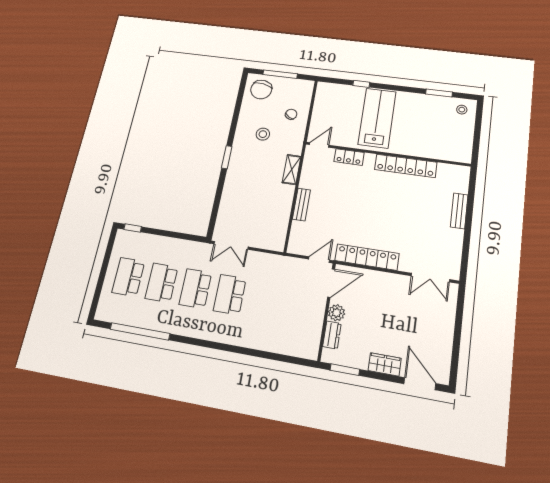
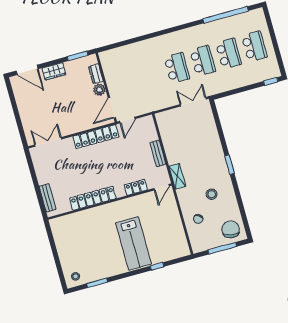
door: (319, 145) -> (161, 187), moved
wall: (387, 154) -> (110, 202), moved
locker: (349, 157) -> (136, 187), moved
locker: (406, 166) -> (93, 198), moved

